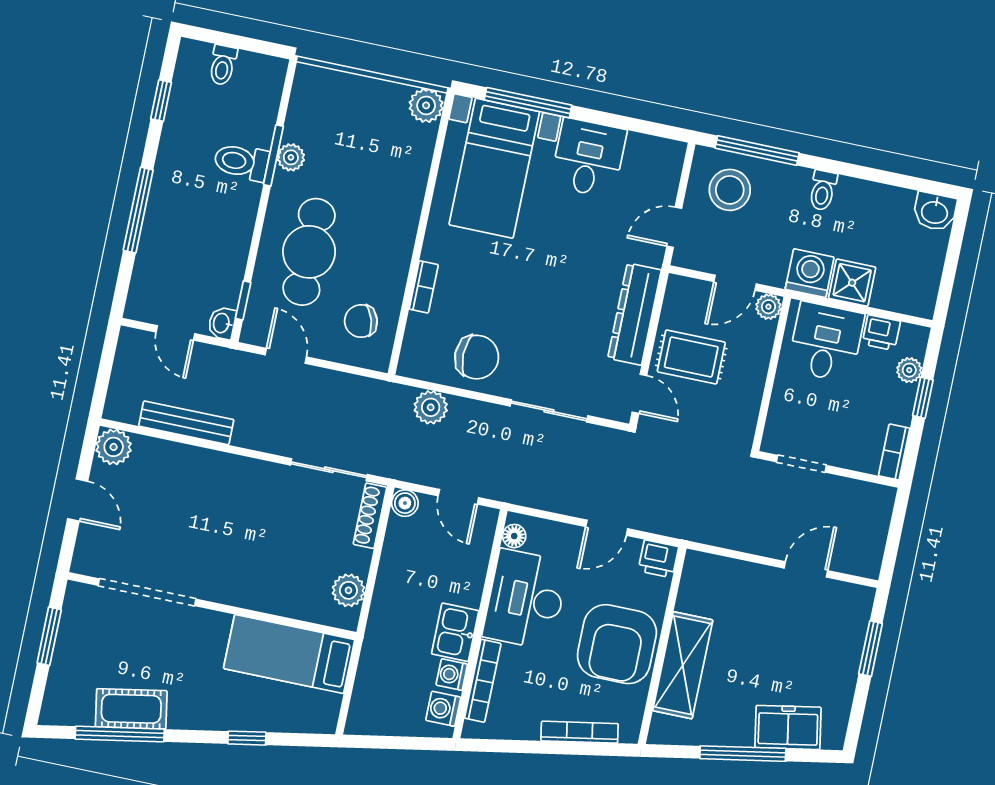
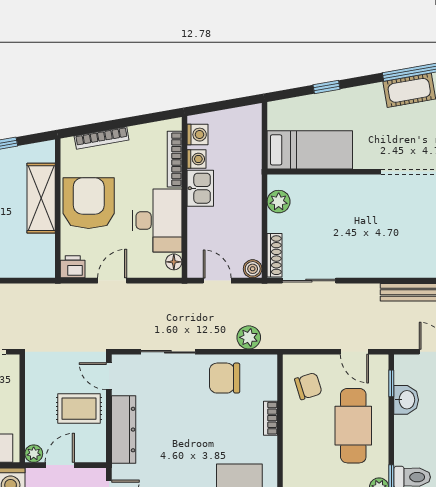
washbasin: (222, 323) -> (406, 400), moved, width x1.38, depth x1.45

